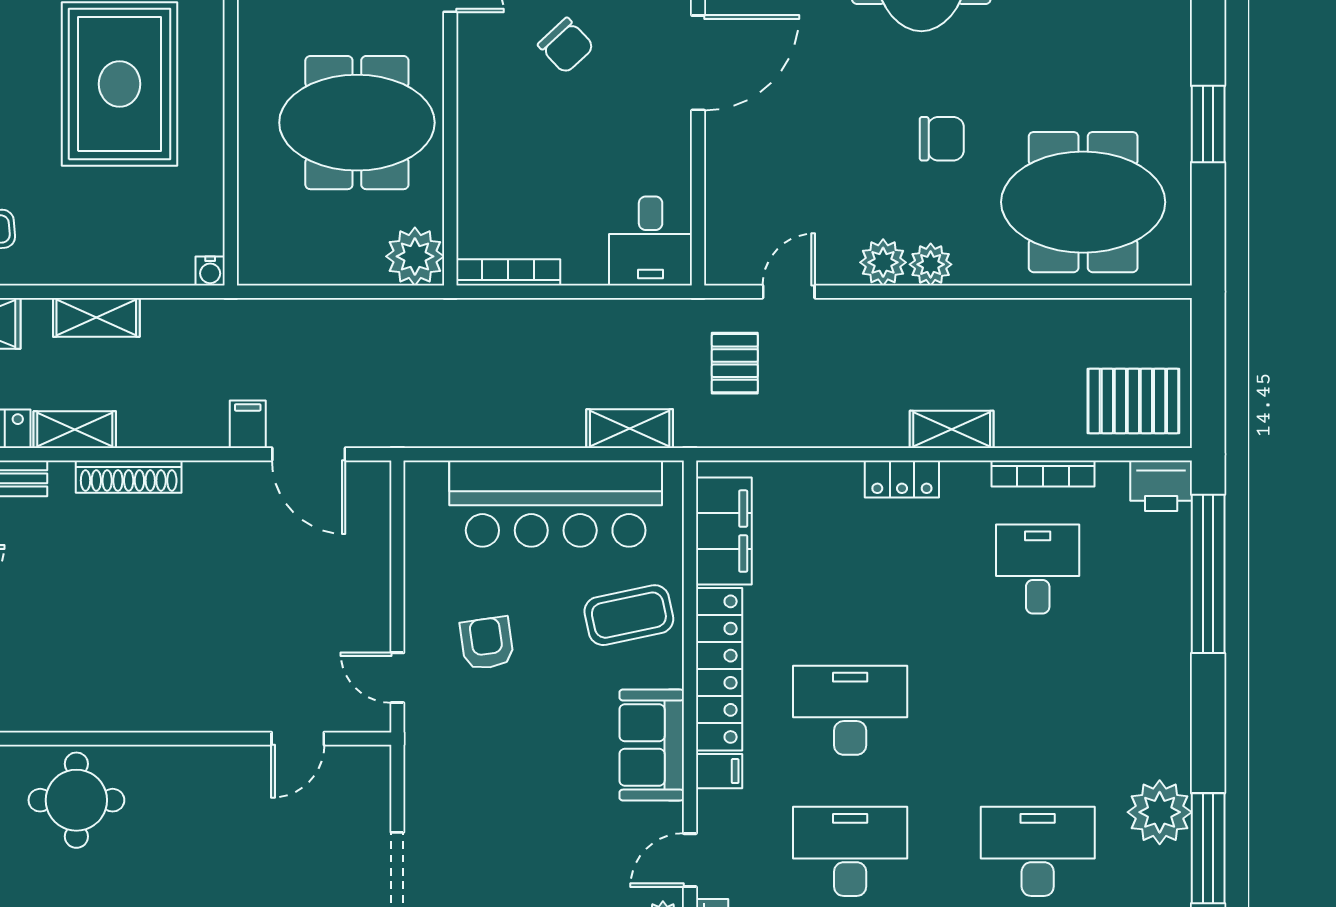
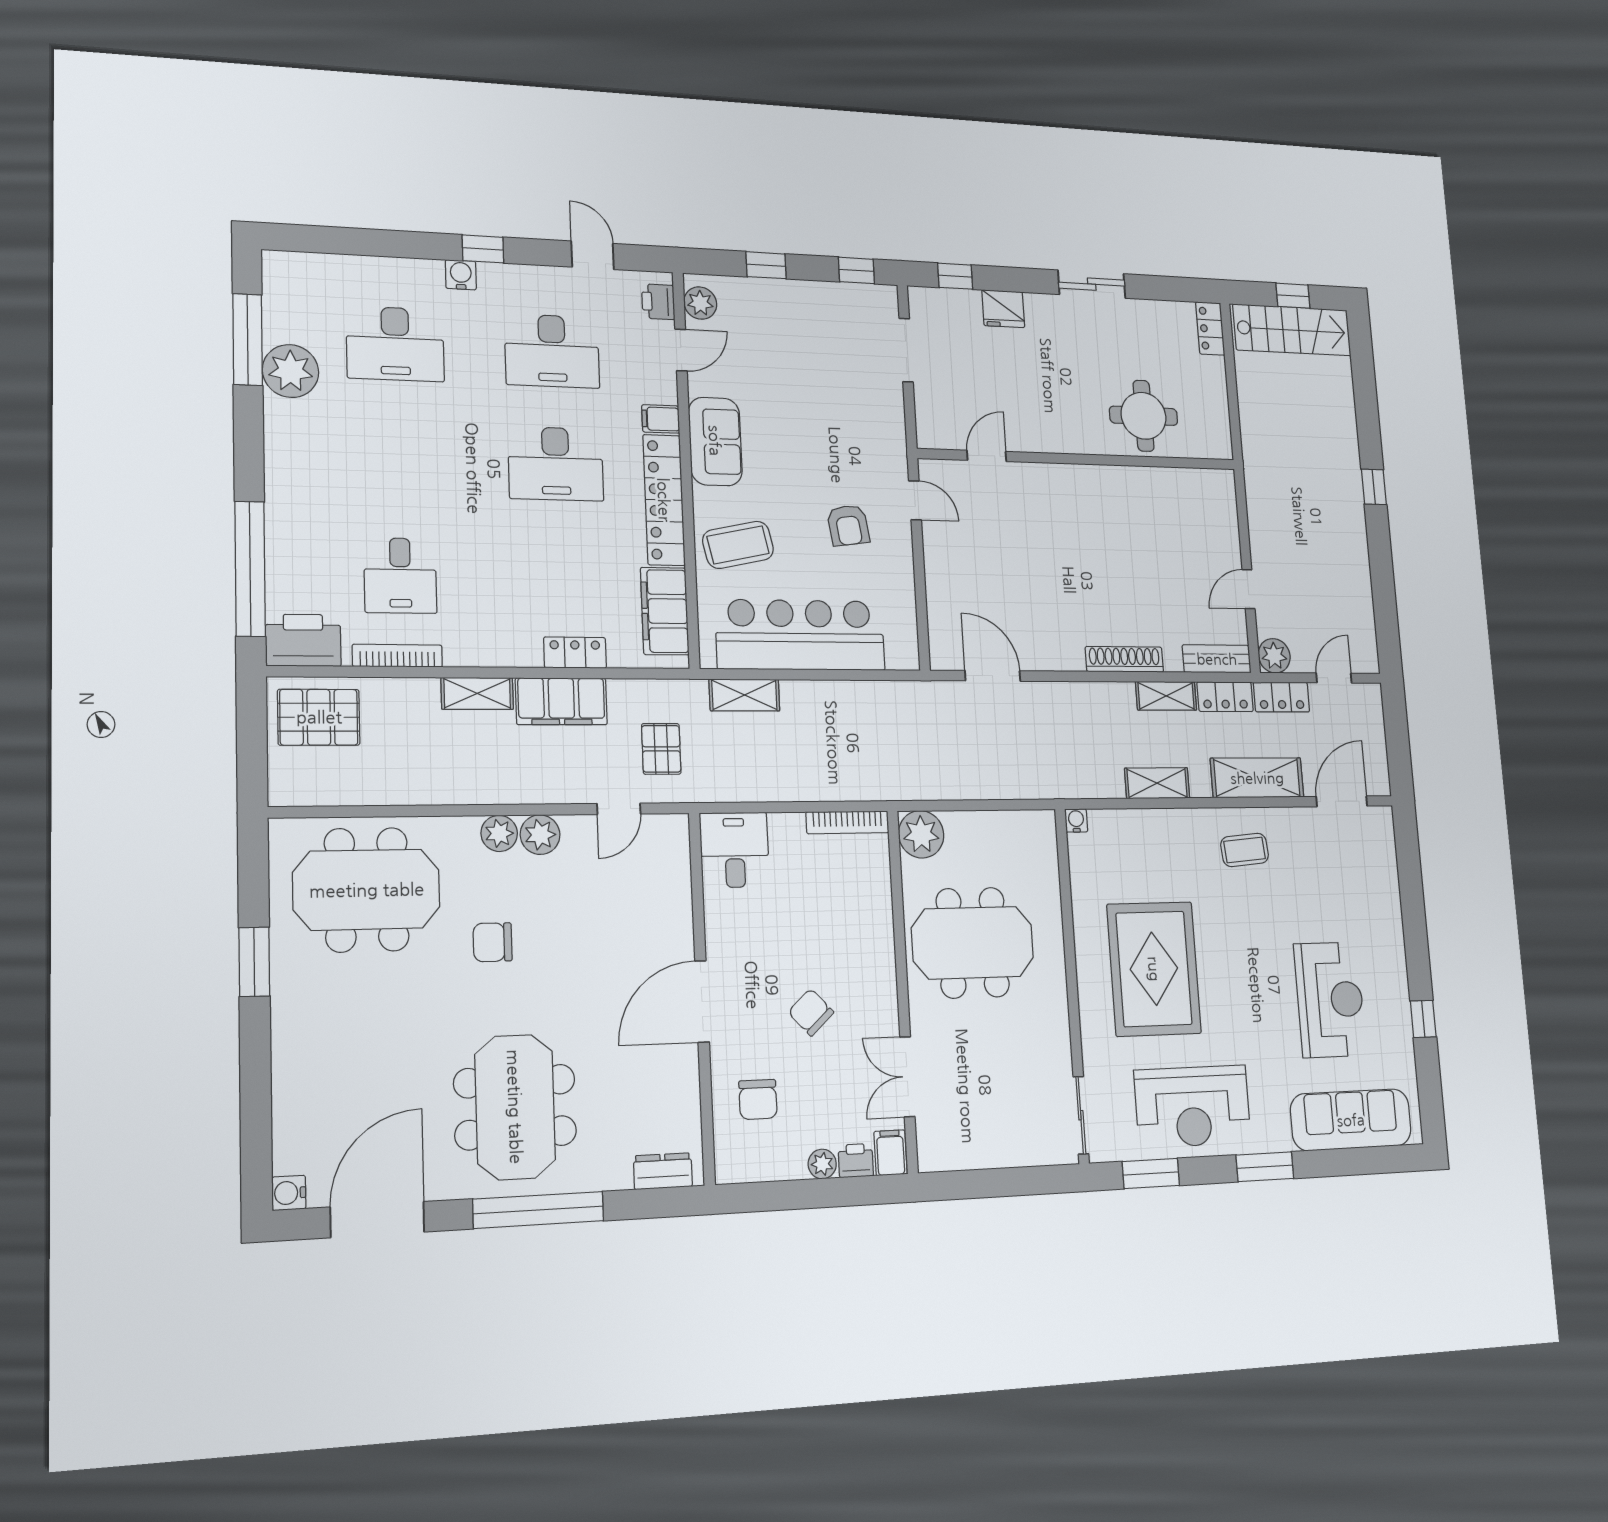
filing cabinet: (248, 424) -> (561, 701), moved, width x3.00, depth x1.17
locker: (902, 479) -> (575, 653), moved
printer: (1161, 486) -> (303, 640), width x1.37, depth x1.19

